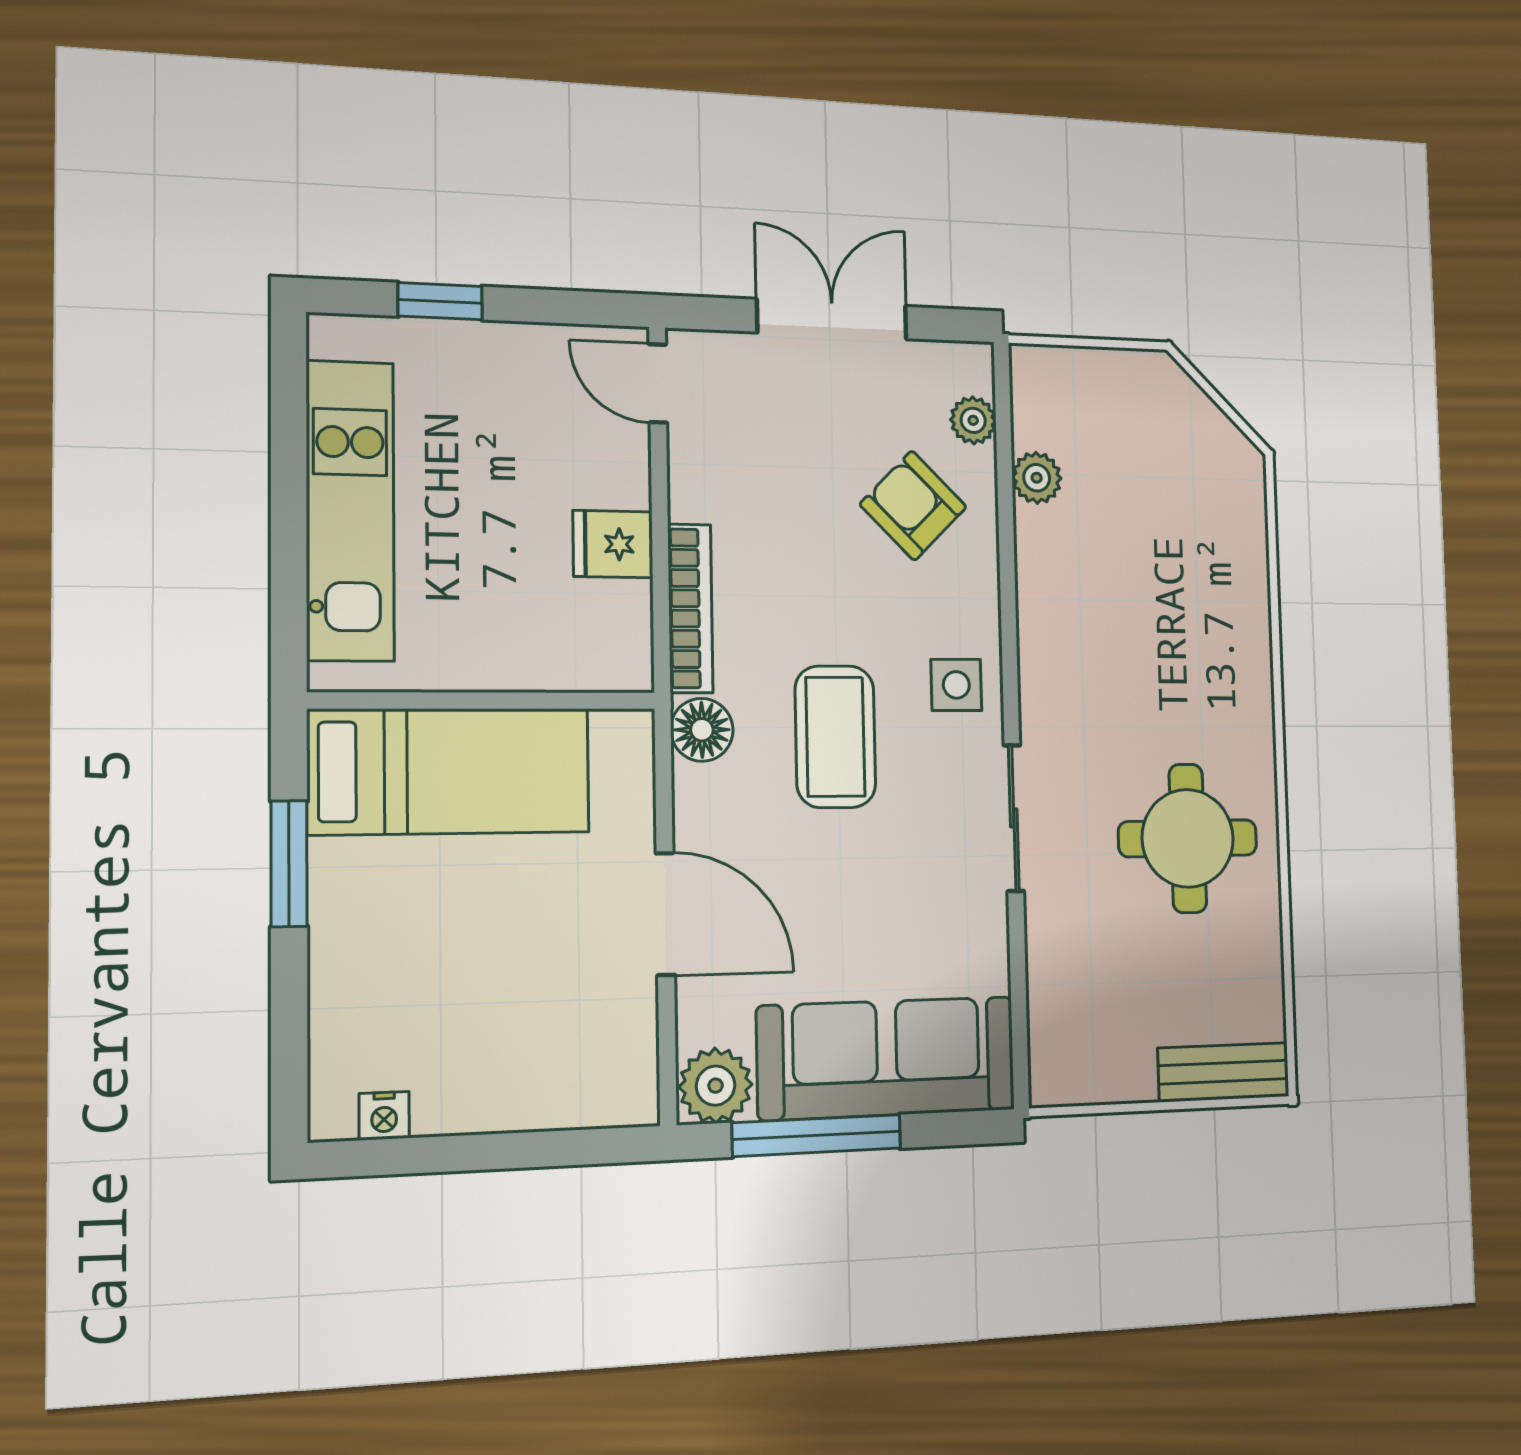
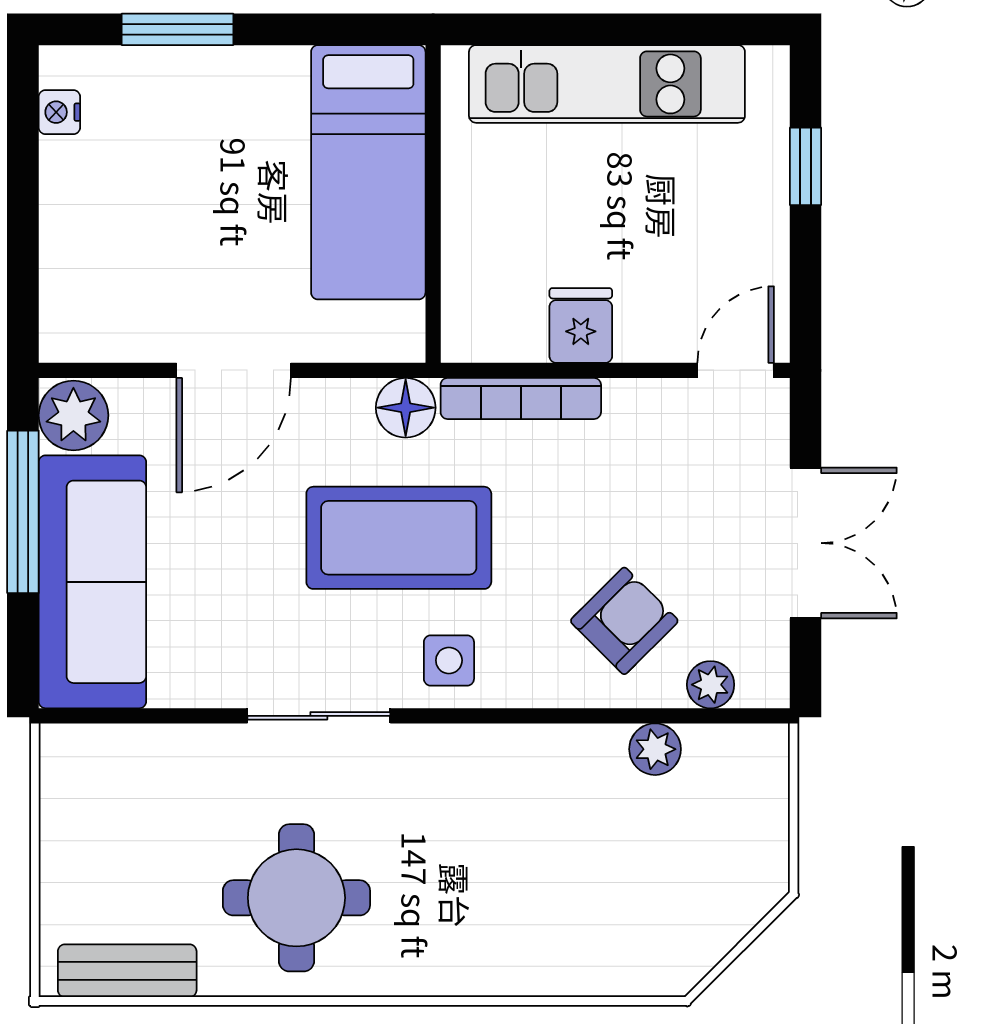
coffee table: (835, 737) -> (399, 538), width x1.36, depth x1.32
window: (289, 864) -> (177, 29), moved
bench: (1224, 1072) -> (127, 971), moved, turned 90

